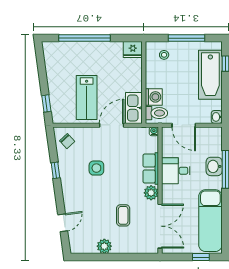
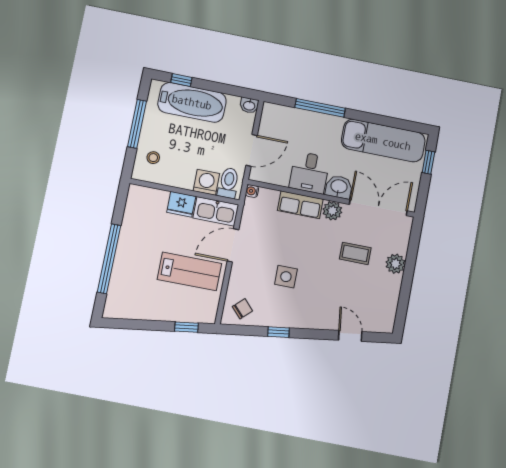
fridge: (133, 50) -> (181, 204), moved, turned 90
door: (112, 125) -> (233, 245), hinge flipped
washbasin: (214, 166) -> (339, 187), moved, turned 180
plant: (104, 246) -> (396, 264), moved

